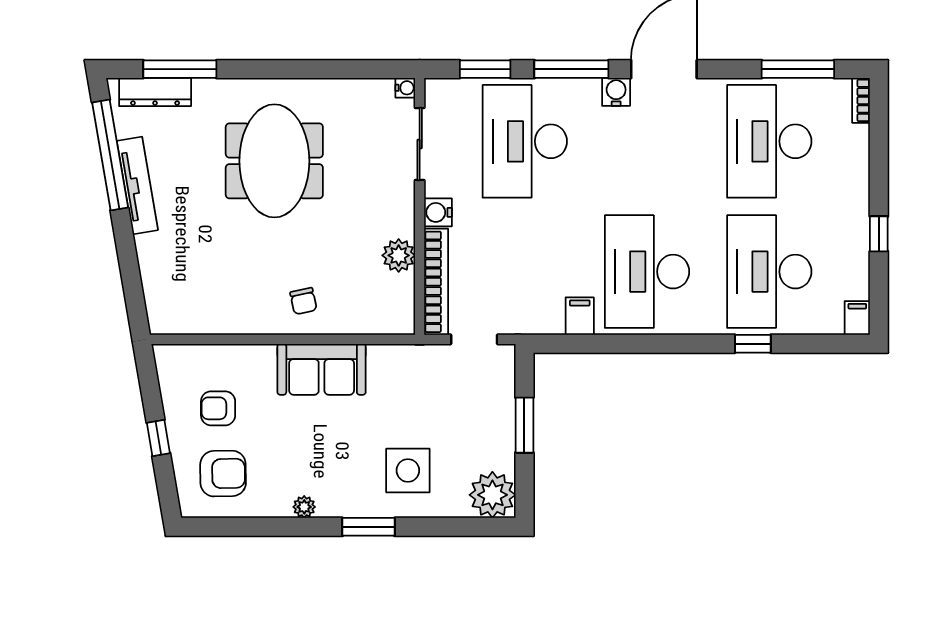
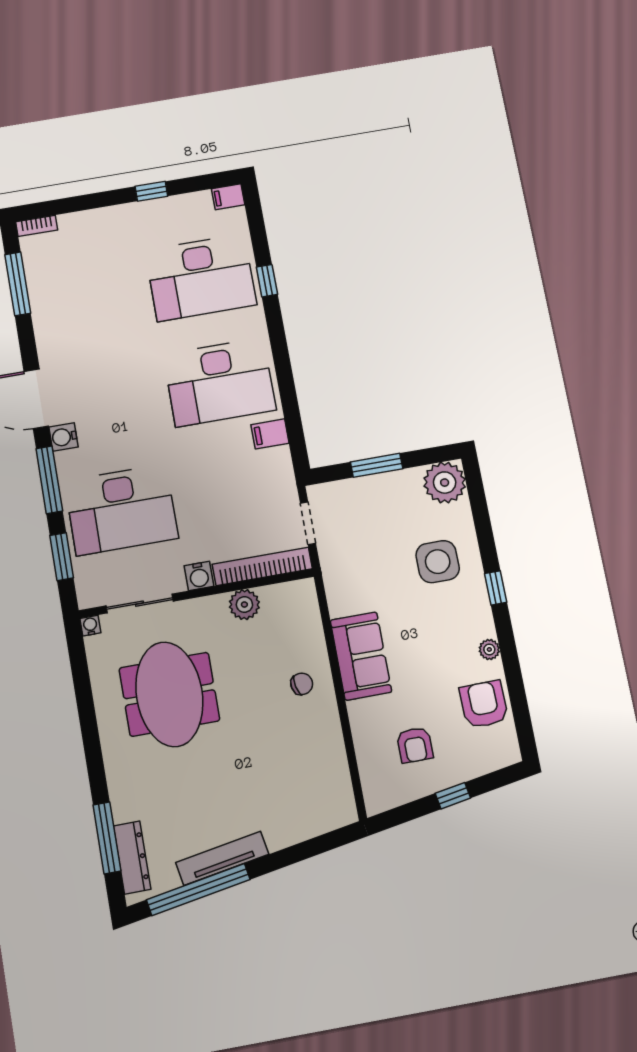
desk: (769, 141) -> (86, 297), removed
meeting table: (274, 161) -> (169, 694), moved, turned 90
armchair: (223, 474) -> (484, 704), moved
window: (369, 527) -> (496, 588), width x0.67

